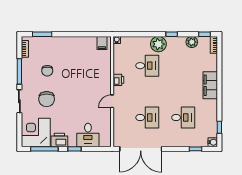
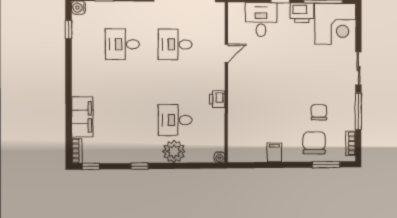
plant: (192, 42) -> (110, 155), removed
filing cabinet: (102, 43) -> (274, 152), moved
plant: (158, 44) -> (174, 151), moved
filing cabinet: (210, 85) -> (82, 117), moved
chair: (47, 99) -> (314, 143), moved
door: (112, 101) -> (226, 53), moved

